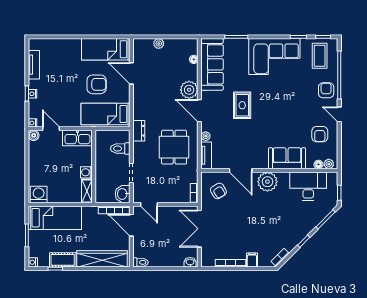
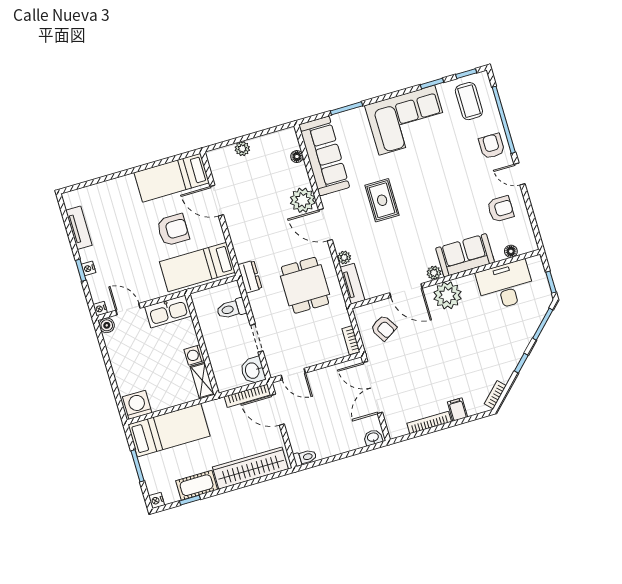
armchair: (320, 134) -> (501, 209), turned -90
plant: (329, 164) -> (434, 273), moved

